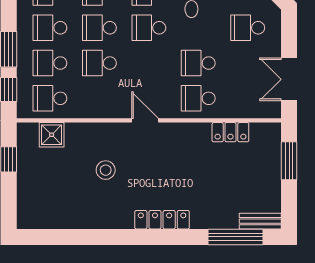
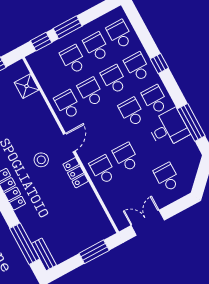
school desk: (50, 98) -> (68, 105), moved
locker: (230, 132) -> (76, 173), moved
stool: (106, 170) -> (41, 160), moved

